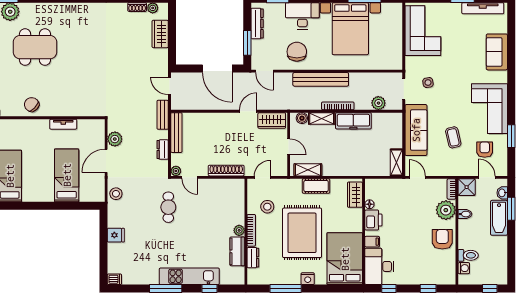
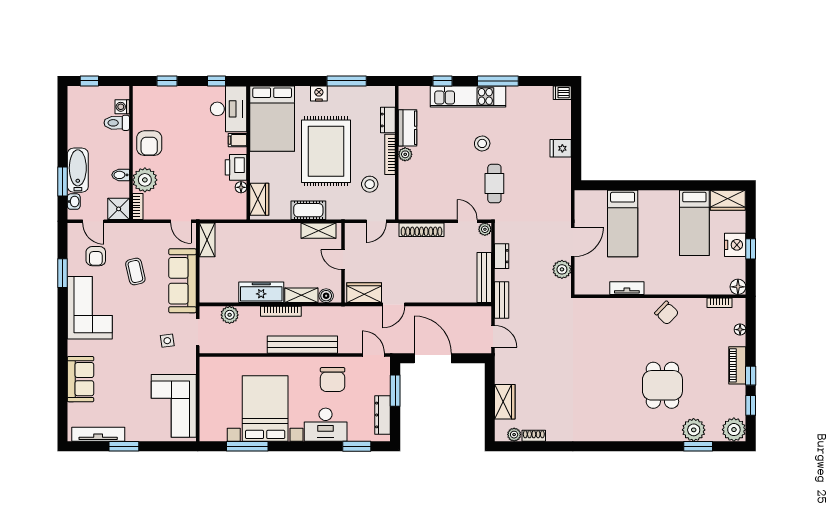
dining table: (35, 47) -> (662, 385), width x0.73
stool: (116, 194) -> (482, 143), moved

